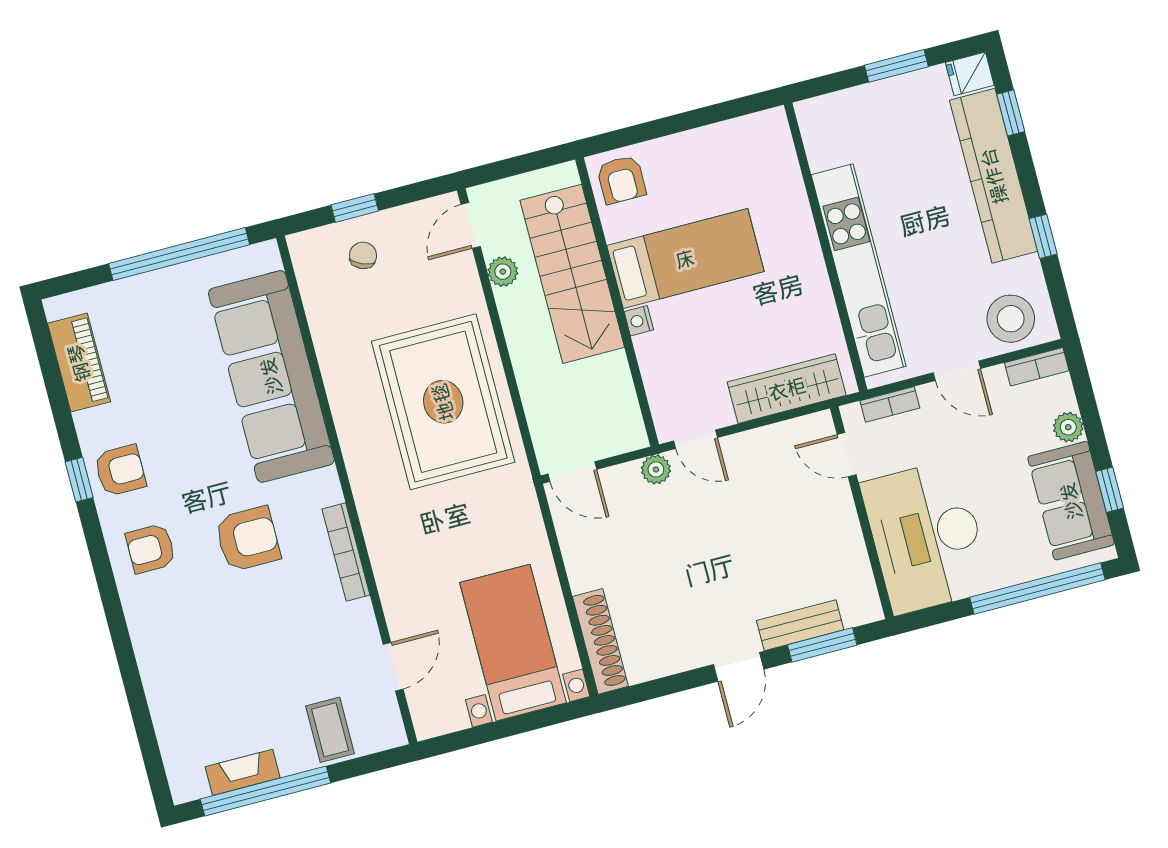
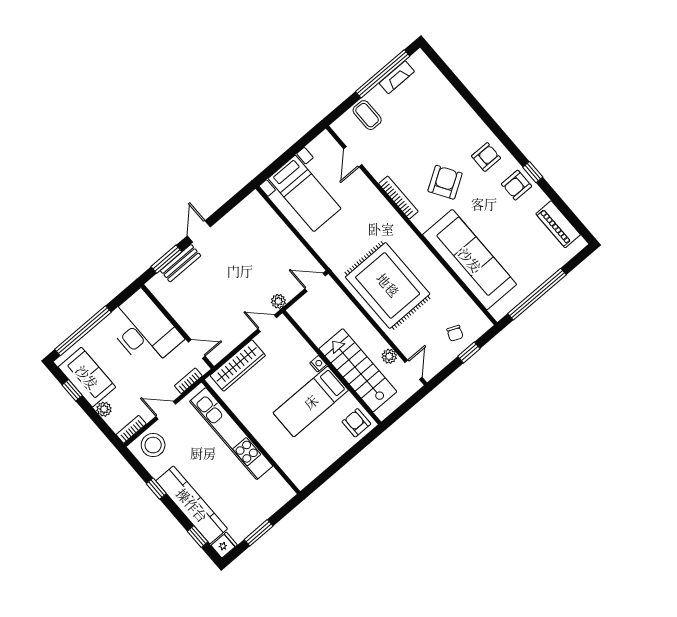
armchair: (248, 539) -> (445, 182), turned 148
shoe rack: (600, 641) -> (266, 213), removed

